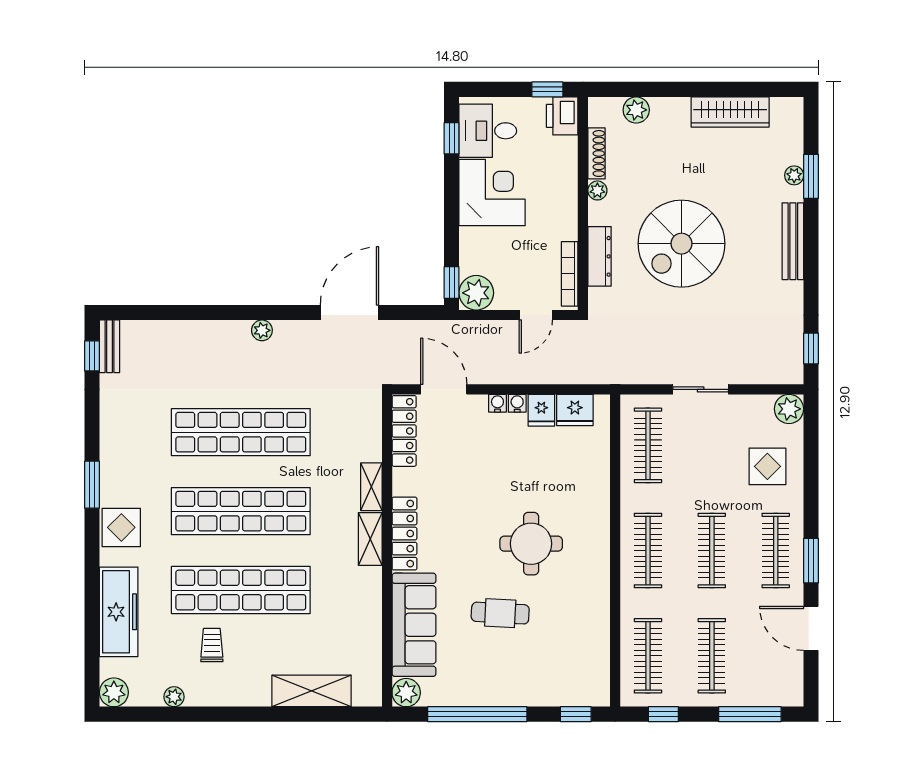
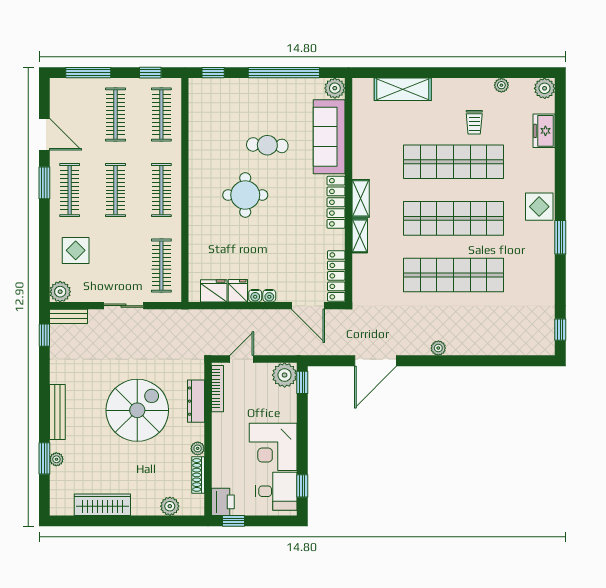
bench: (110, 346) -> (69, 316), moved, turned 90
freezer: (119, 612) -> (544, 131), width x0.52, depth x0.79

